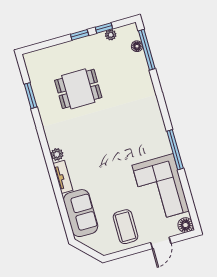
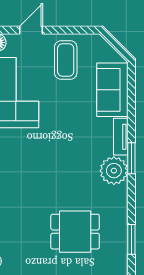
plant: (57, 154) -> (114, 171), width x1.87, depth x1.87
window: (49, 162) -> (131, 158), added

